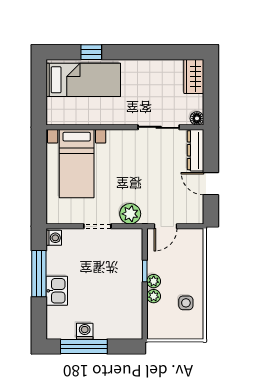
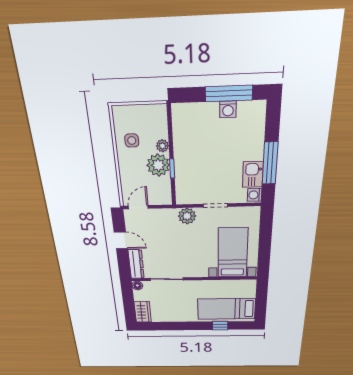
door: (165, 226) -> (138, 207), moved
plant: (154, 281) -> (158, 165), width x1.88, depth x1.88
kitchen sink: (57, 291) -> (253, 175), moved

